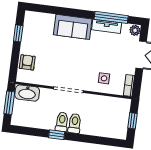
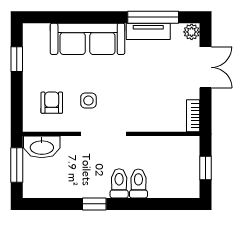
sofa: (73, 27) -> (88, 39), width x1.36
armchair: (27, 62) -> (52, 103), moved
side table: (104, 78) -> (88, 101), moved
toilet: (62, 122) -> (138, 183), moved

